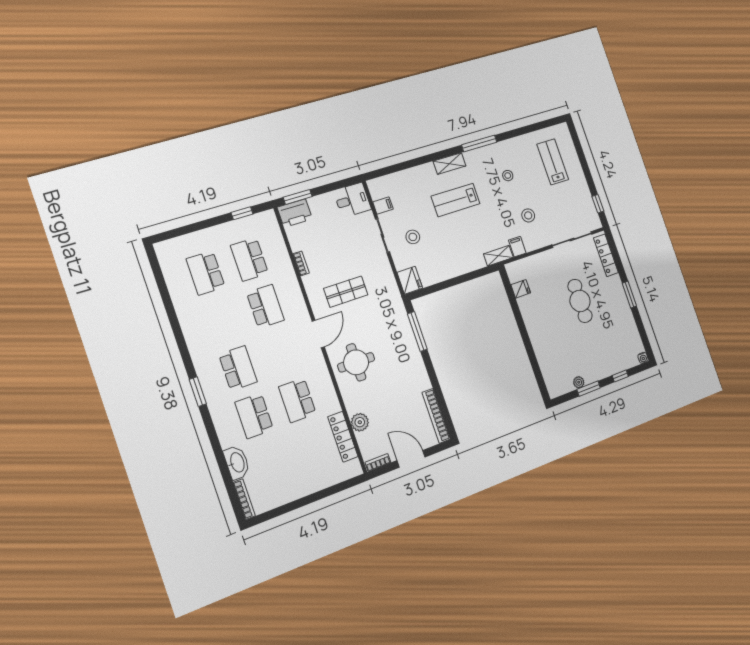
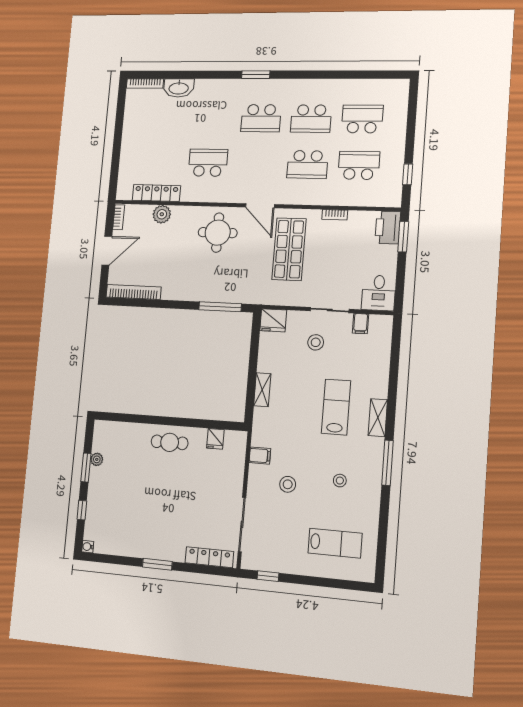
shelving: (498, 256) -> (262, 390), moved
shop shelf: (346, 292) -> (289, 249), width x1.43, depth x1.36
cafe table: (580, 301) -> (170, 442), moved, width x0.73, depth x0.74
school desk: (254, 416) -> (311, 119), moved, turned 180

